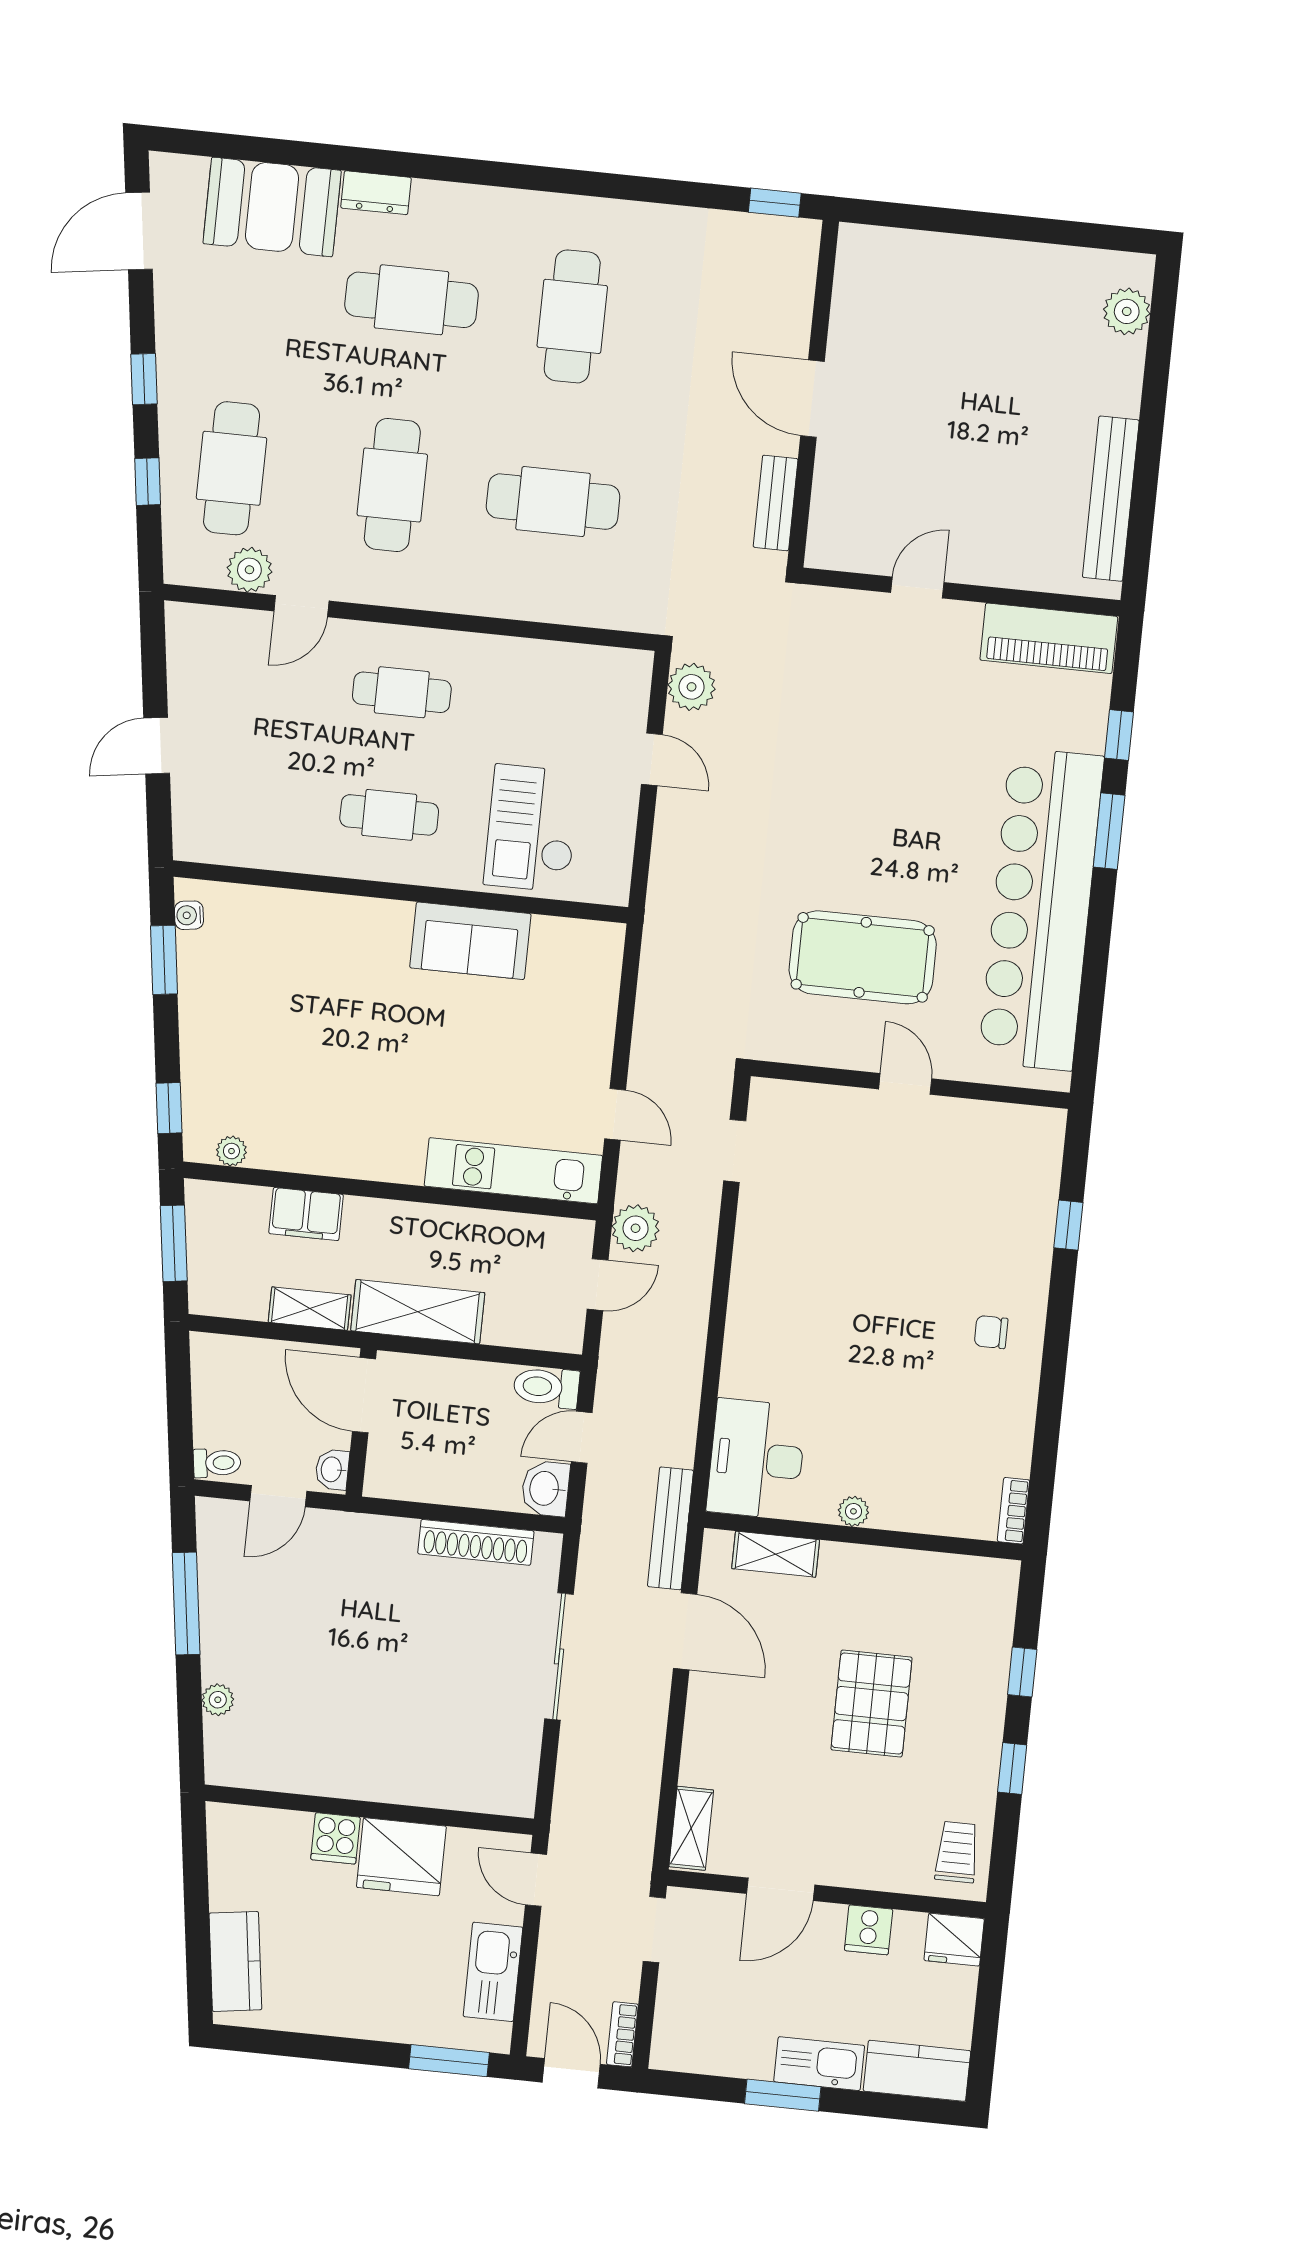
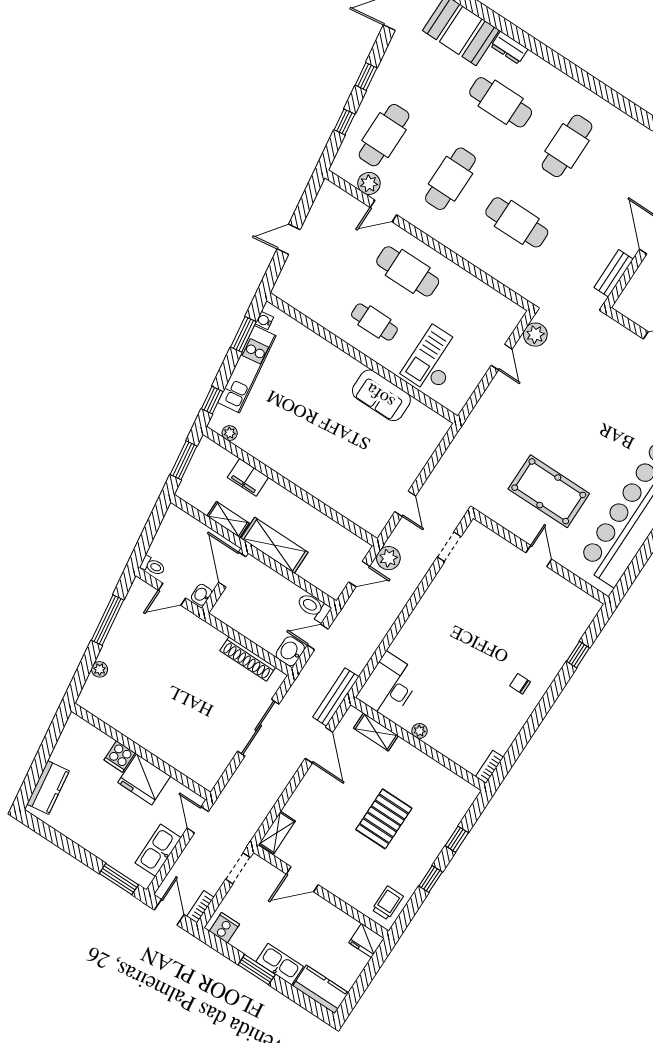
cafe table: (402, 692) -> (408, 271), width x1.37, depth x1.35
kitchen unit: (513, 1171) -> (247, 369), moved, turned 82
cooker: (869, 1930) -> (224, 928), moved, turned 180

